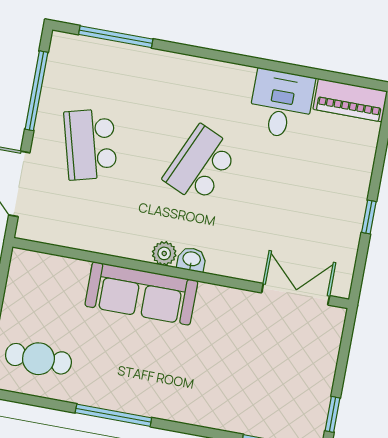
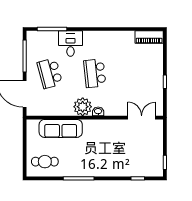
desk: (281, 104) -> (71, 44), moved
school desk: (201, 165) -> (95, 73), turned -30
plant: (164, 253) -> (83, 107), width x1.88, depth x1.88
sofa: (141, 293) -> (61, 128), moved

